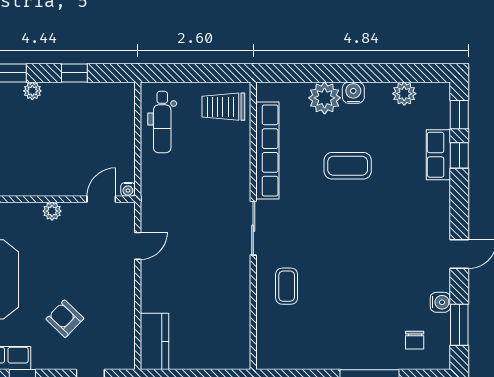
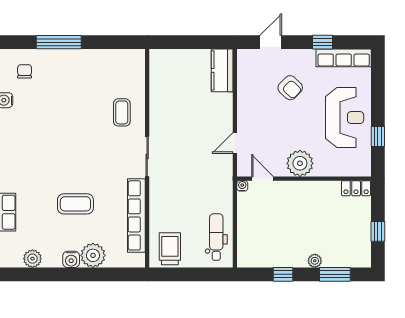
trolley: (223, 107) -> (170, 249), turned -90
door: (101, 199) -> (262, 179), swing flipped
plant: (52, 211) -> (300, 163), width x1.88, depth x1.88

